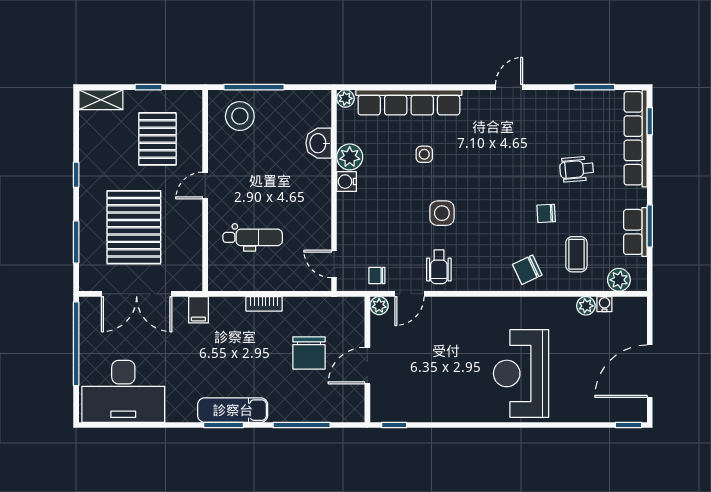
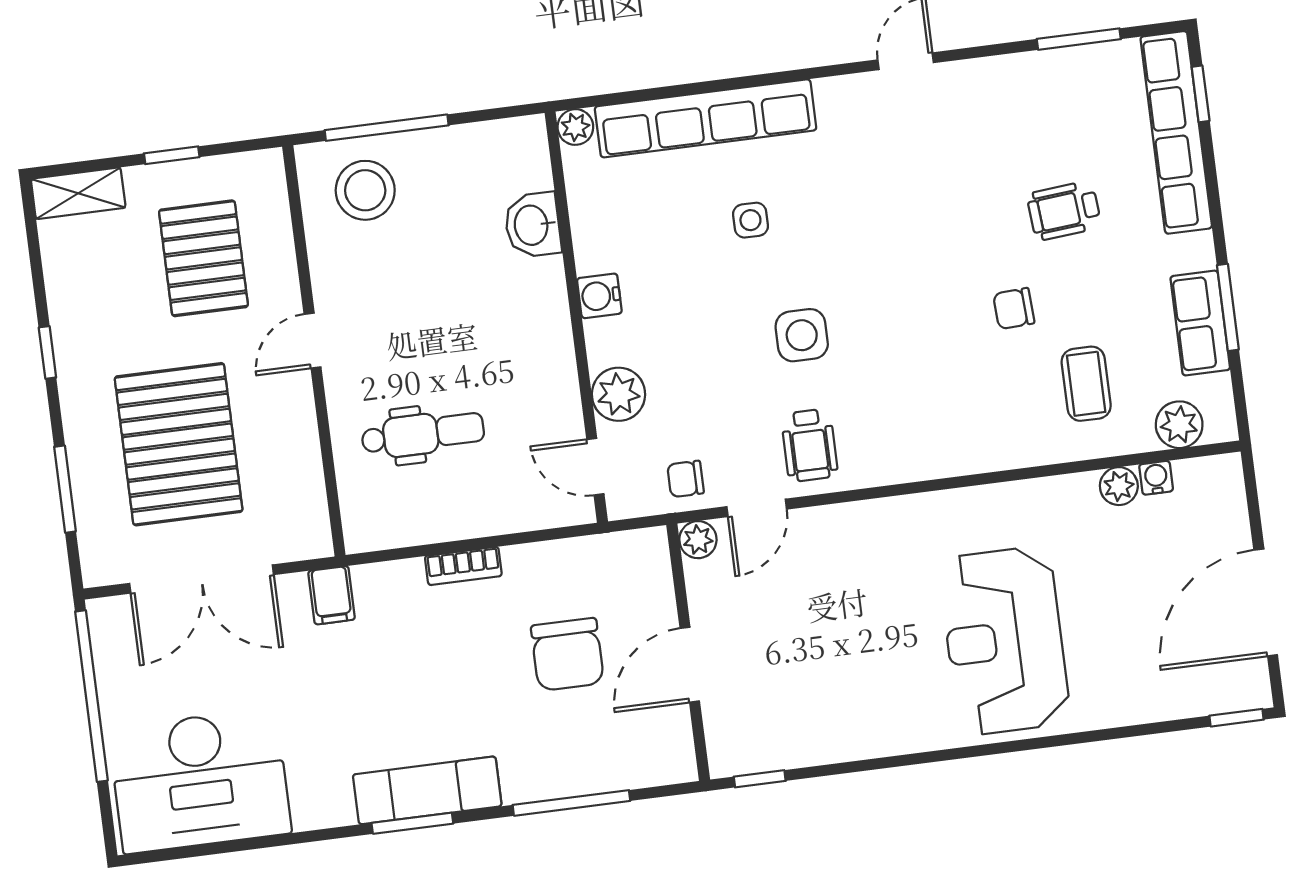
plant: (350, 157) -> (619, 394), moved
chair: (527, 270) -> (990, 428), removed

